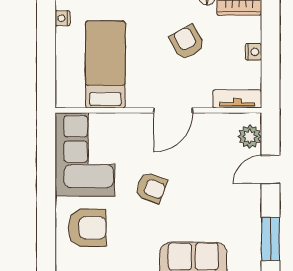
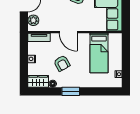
door: (173, 110) -> (68, 32), swing flipped

